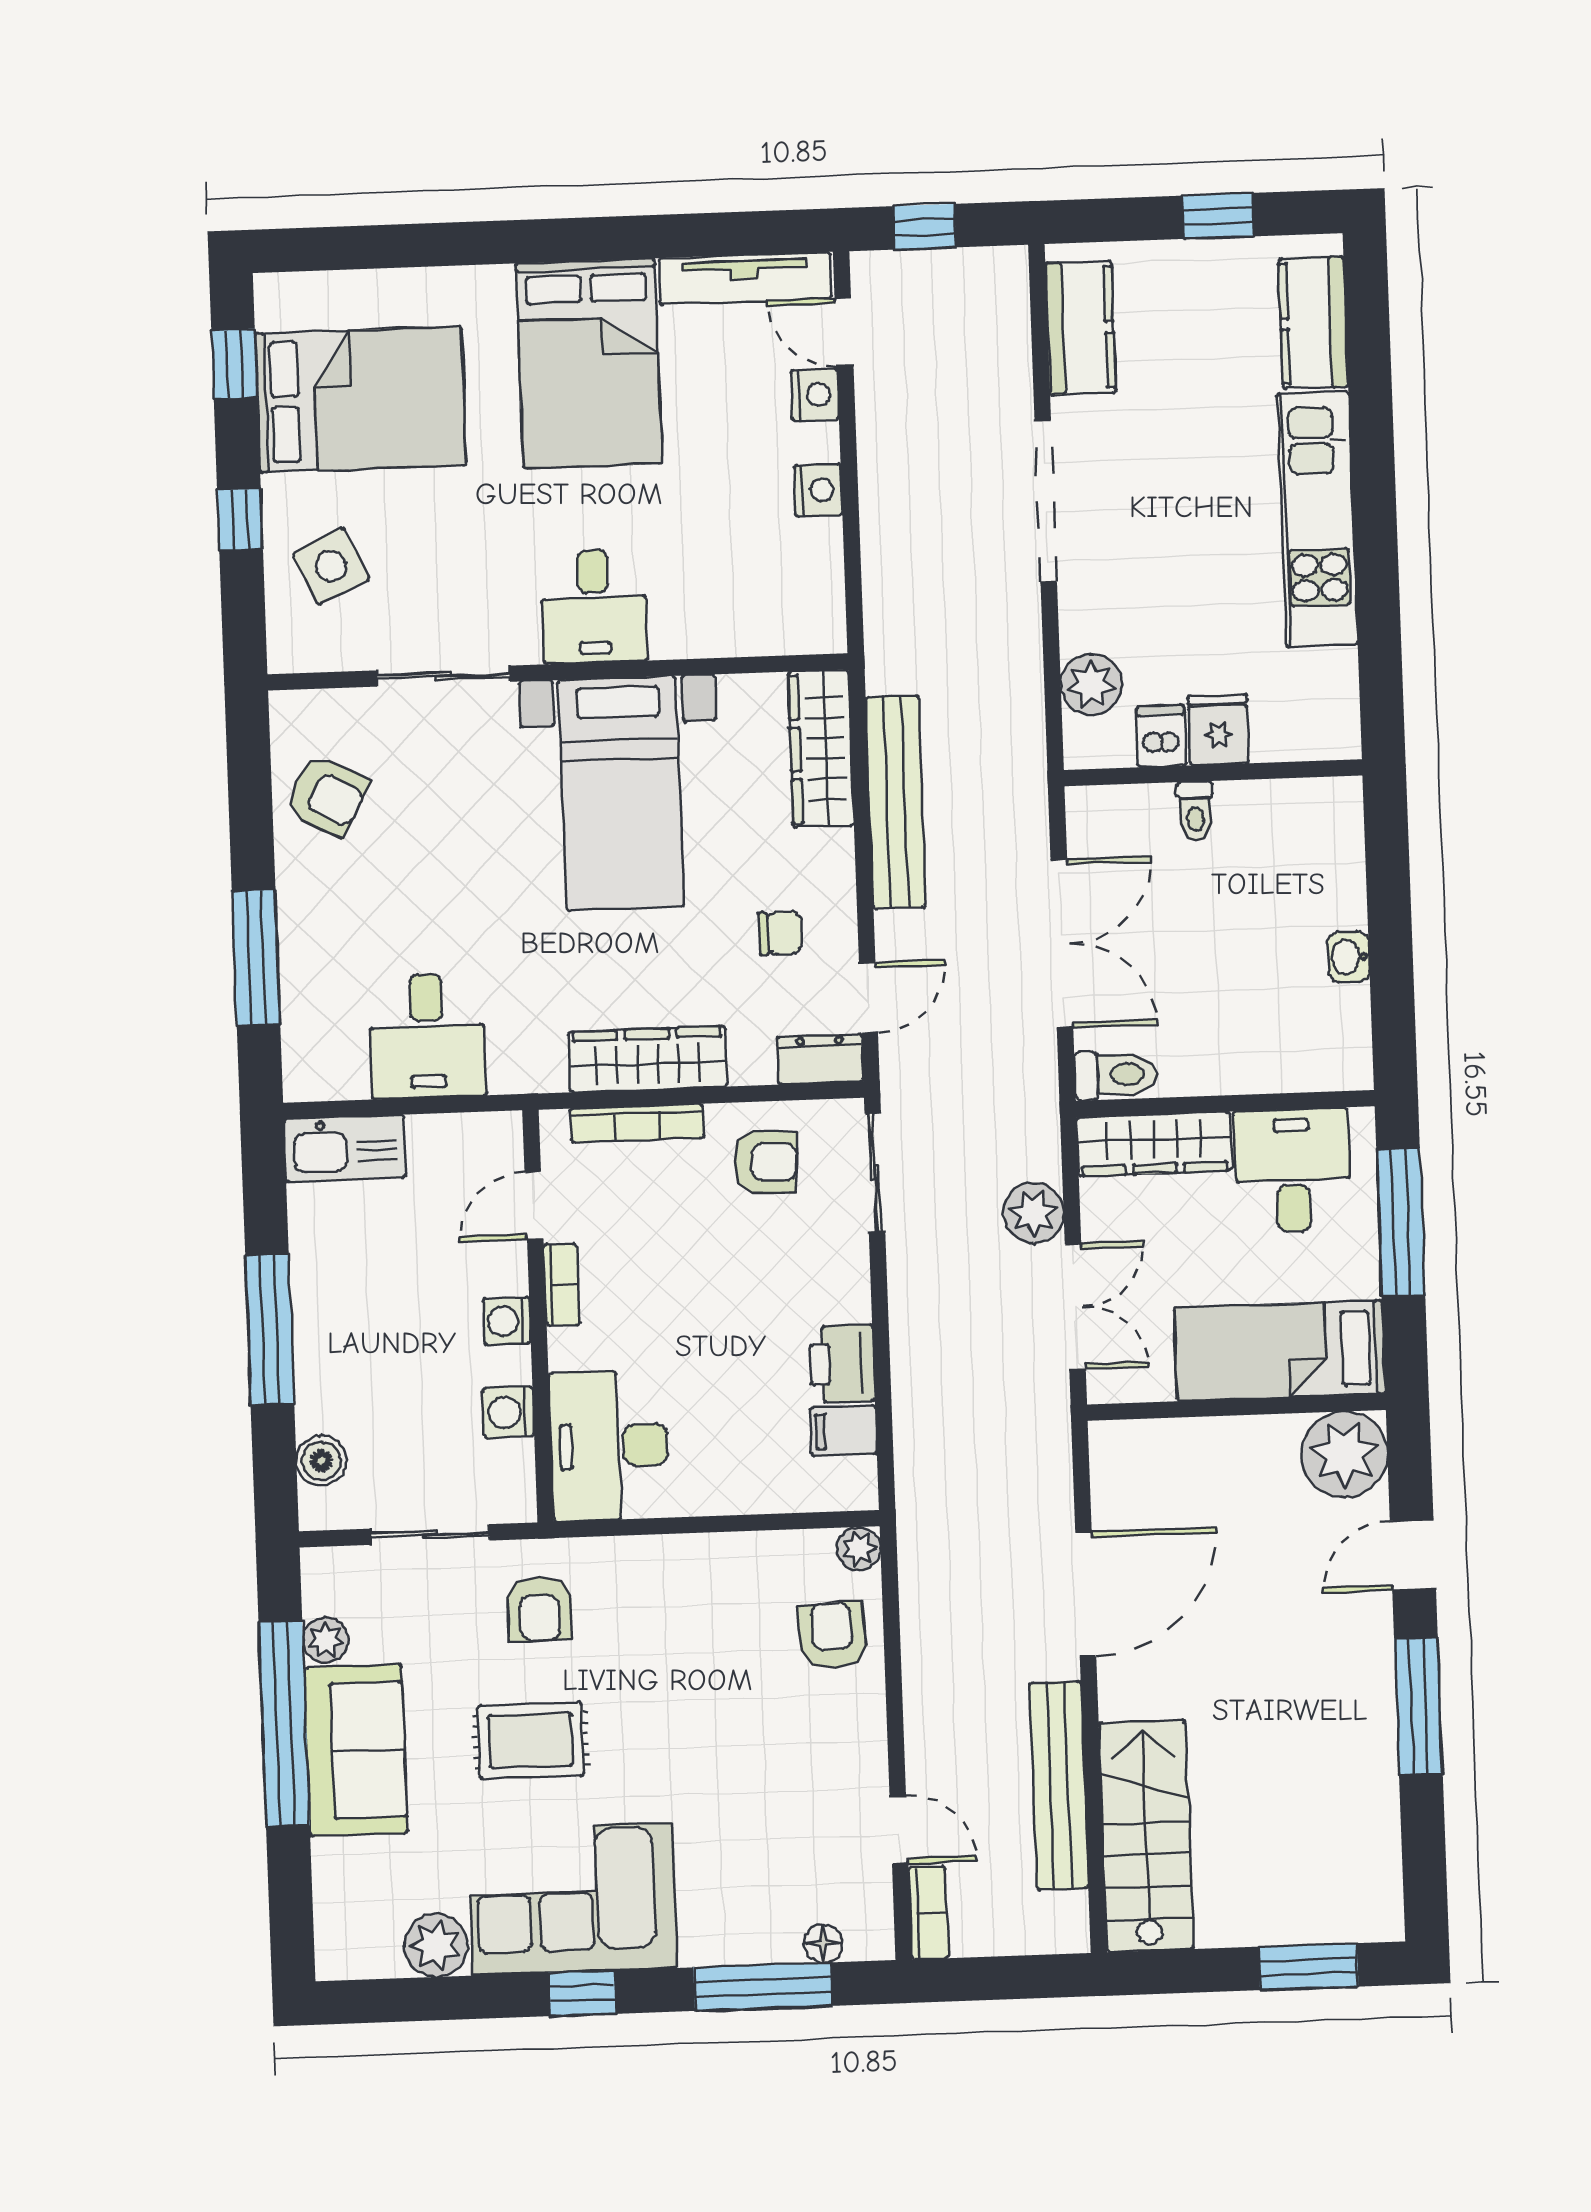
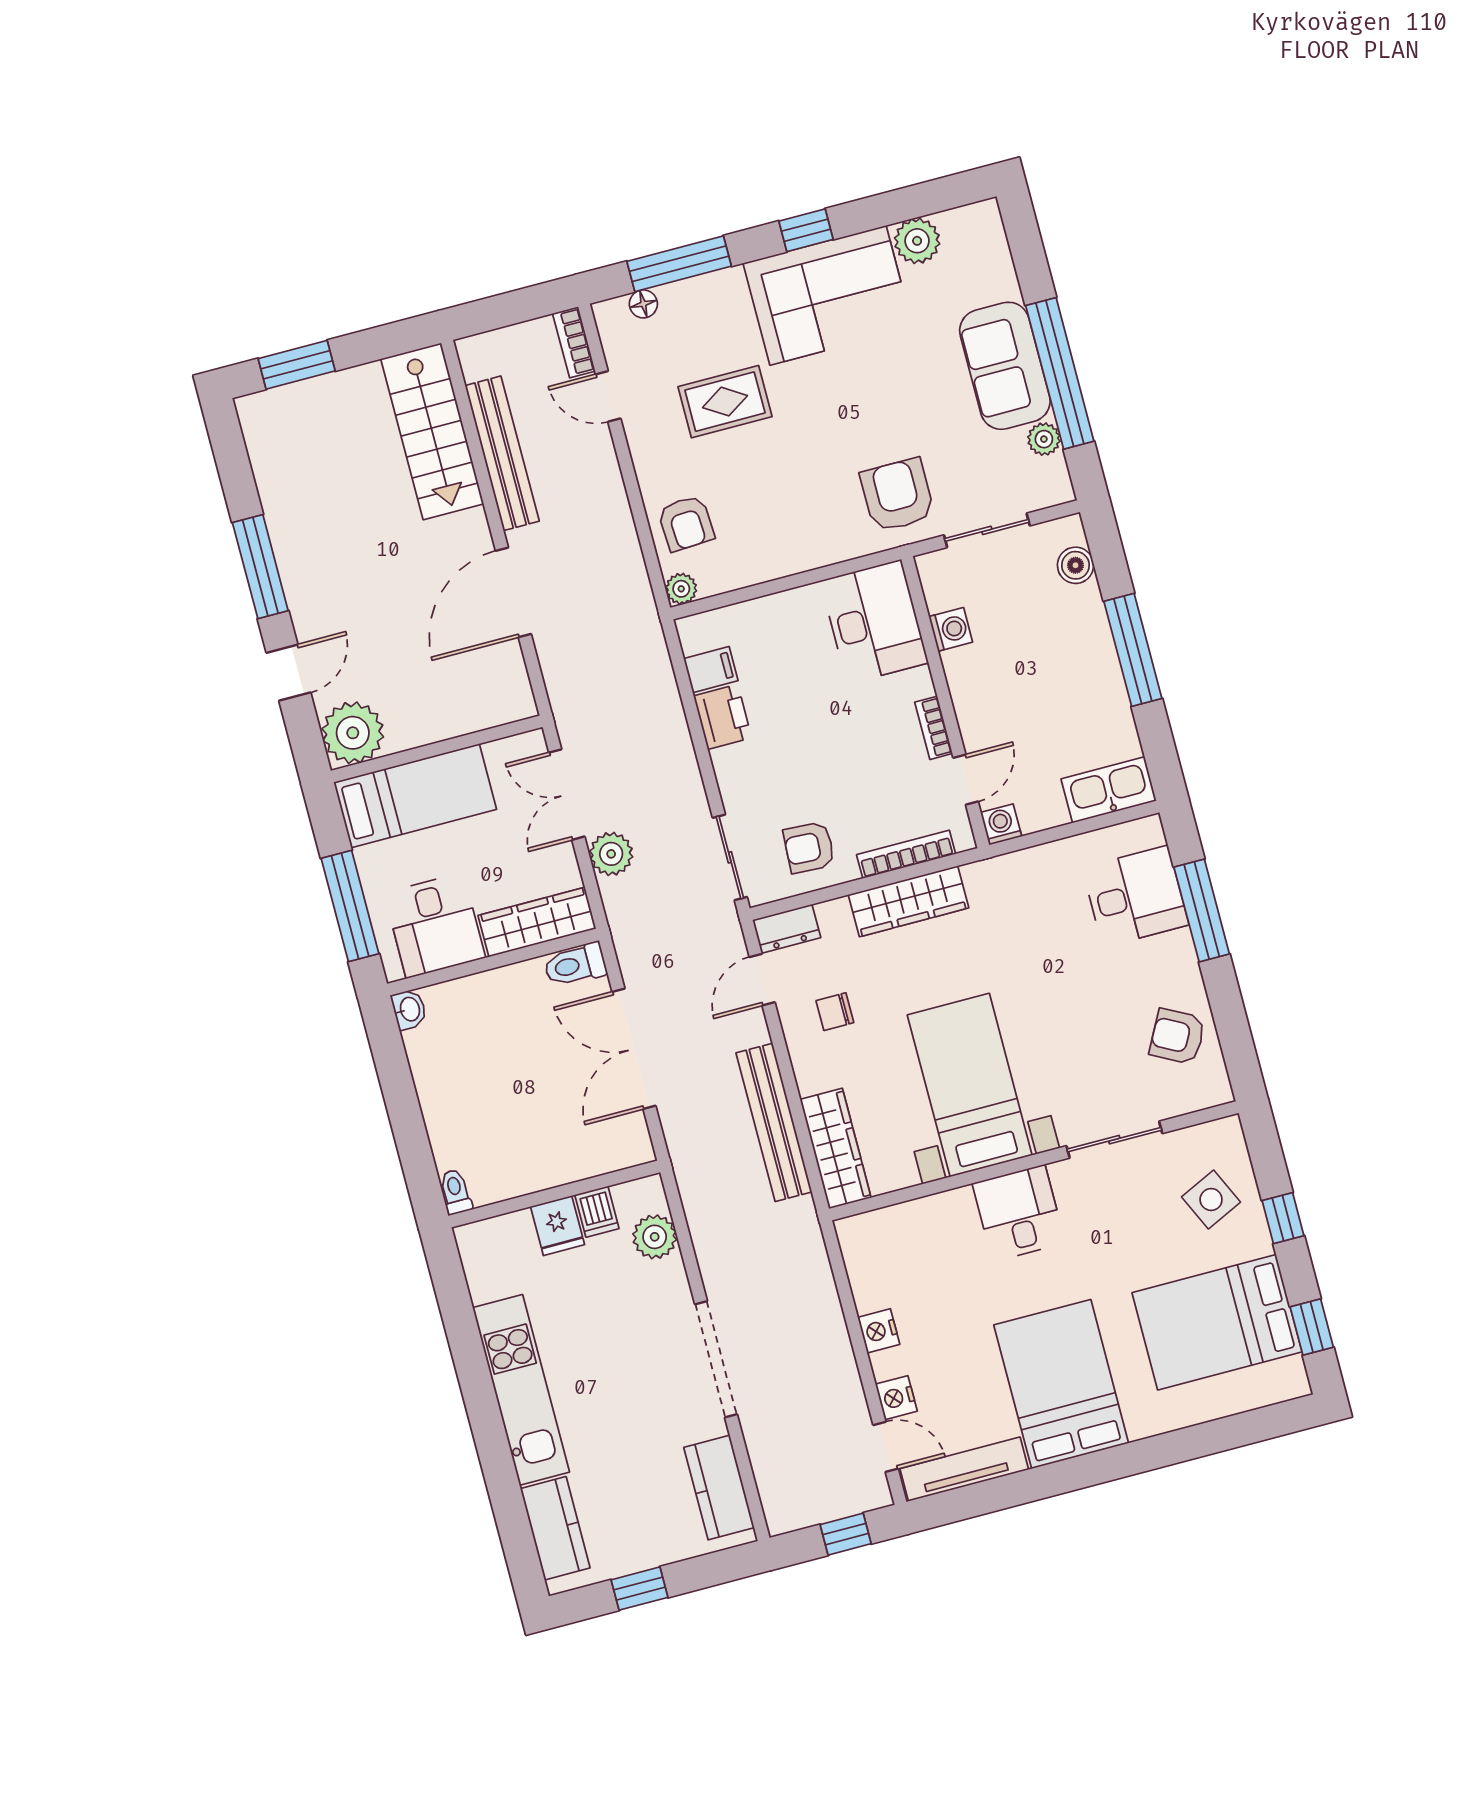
toilet: (1195, 811) -> (455, 1192), moved
washbasin: (1349, 957) -> (409, 1009), moved
desk: (427, 1036) -> (1135, 896), moved, turned 90
washing machine: (507, 1321) -> (1001, 824), moved, turned -90
armchair: (540, 1609) -> (897, 495), width x1.38, depth x1.38
rug: (531, 1740) -> (725, 402), moved

